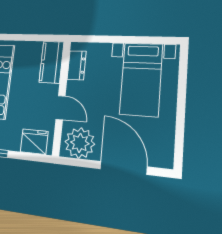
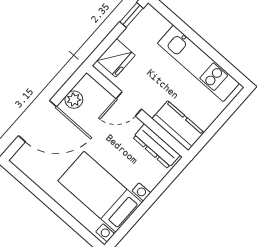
dresser: (77, 65) -> (156, 146), width x1.44
plant: (80, 143) -> (74, 100), width x0.53, depth x0.53

